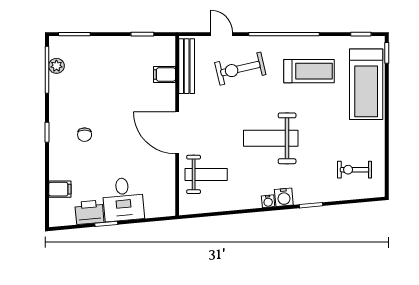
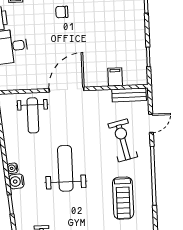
bench: (187, 66) -> (129, 95), width x0.73

